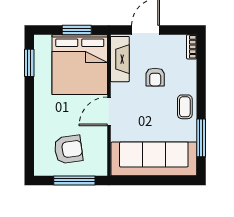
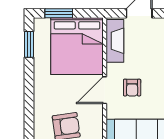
window: (77, 30) -> (59, 13), moved
armchair: (155, 77) -> (132, 88), moved

